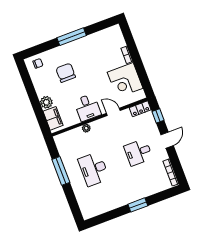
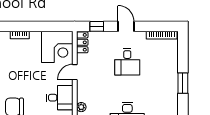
corner desk: (125, 80) -> (57, 47), moved

